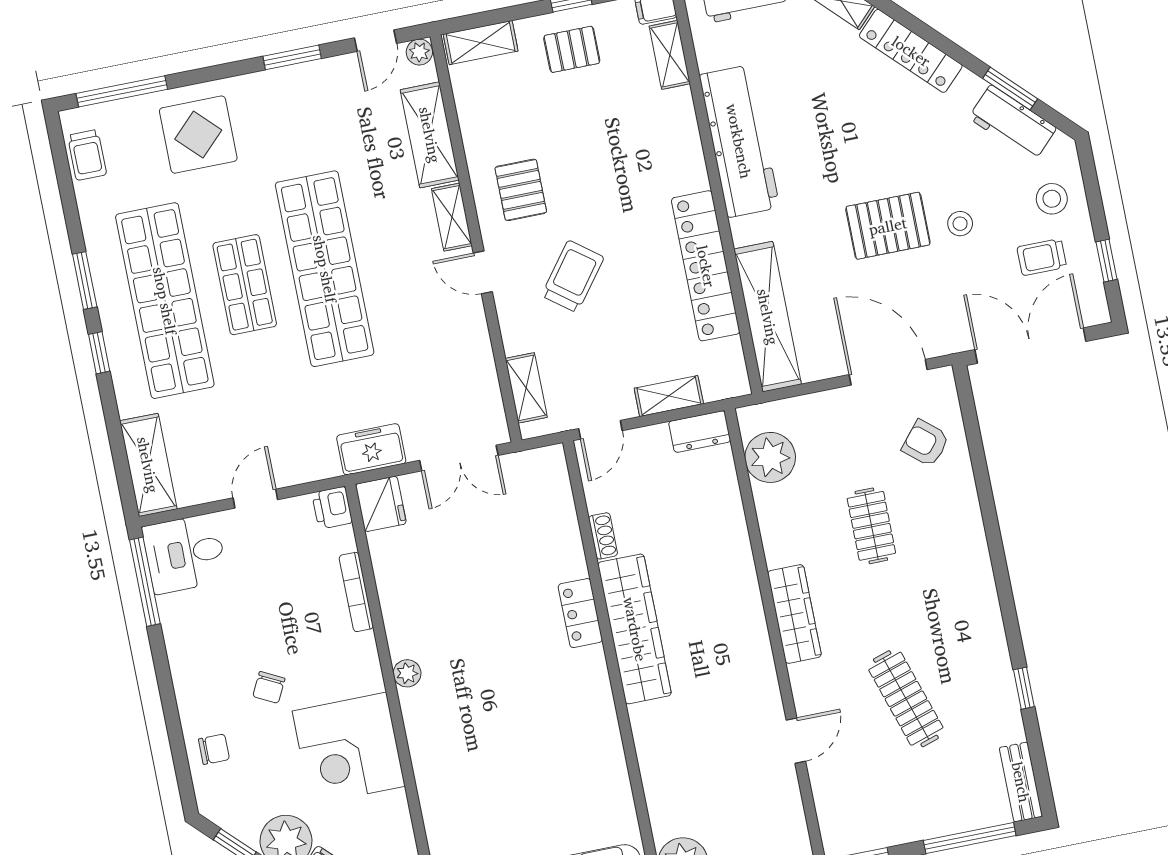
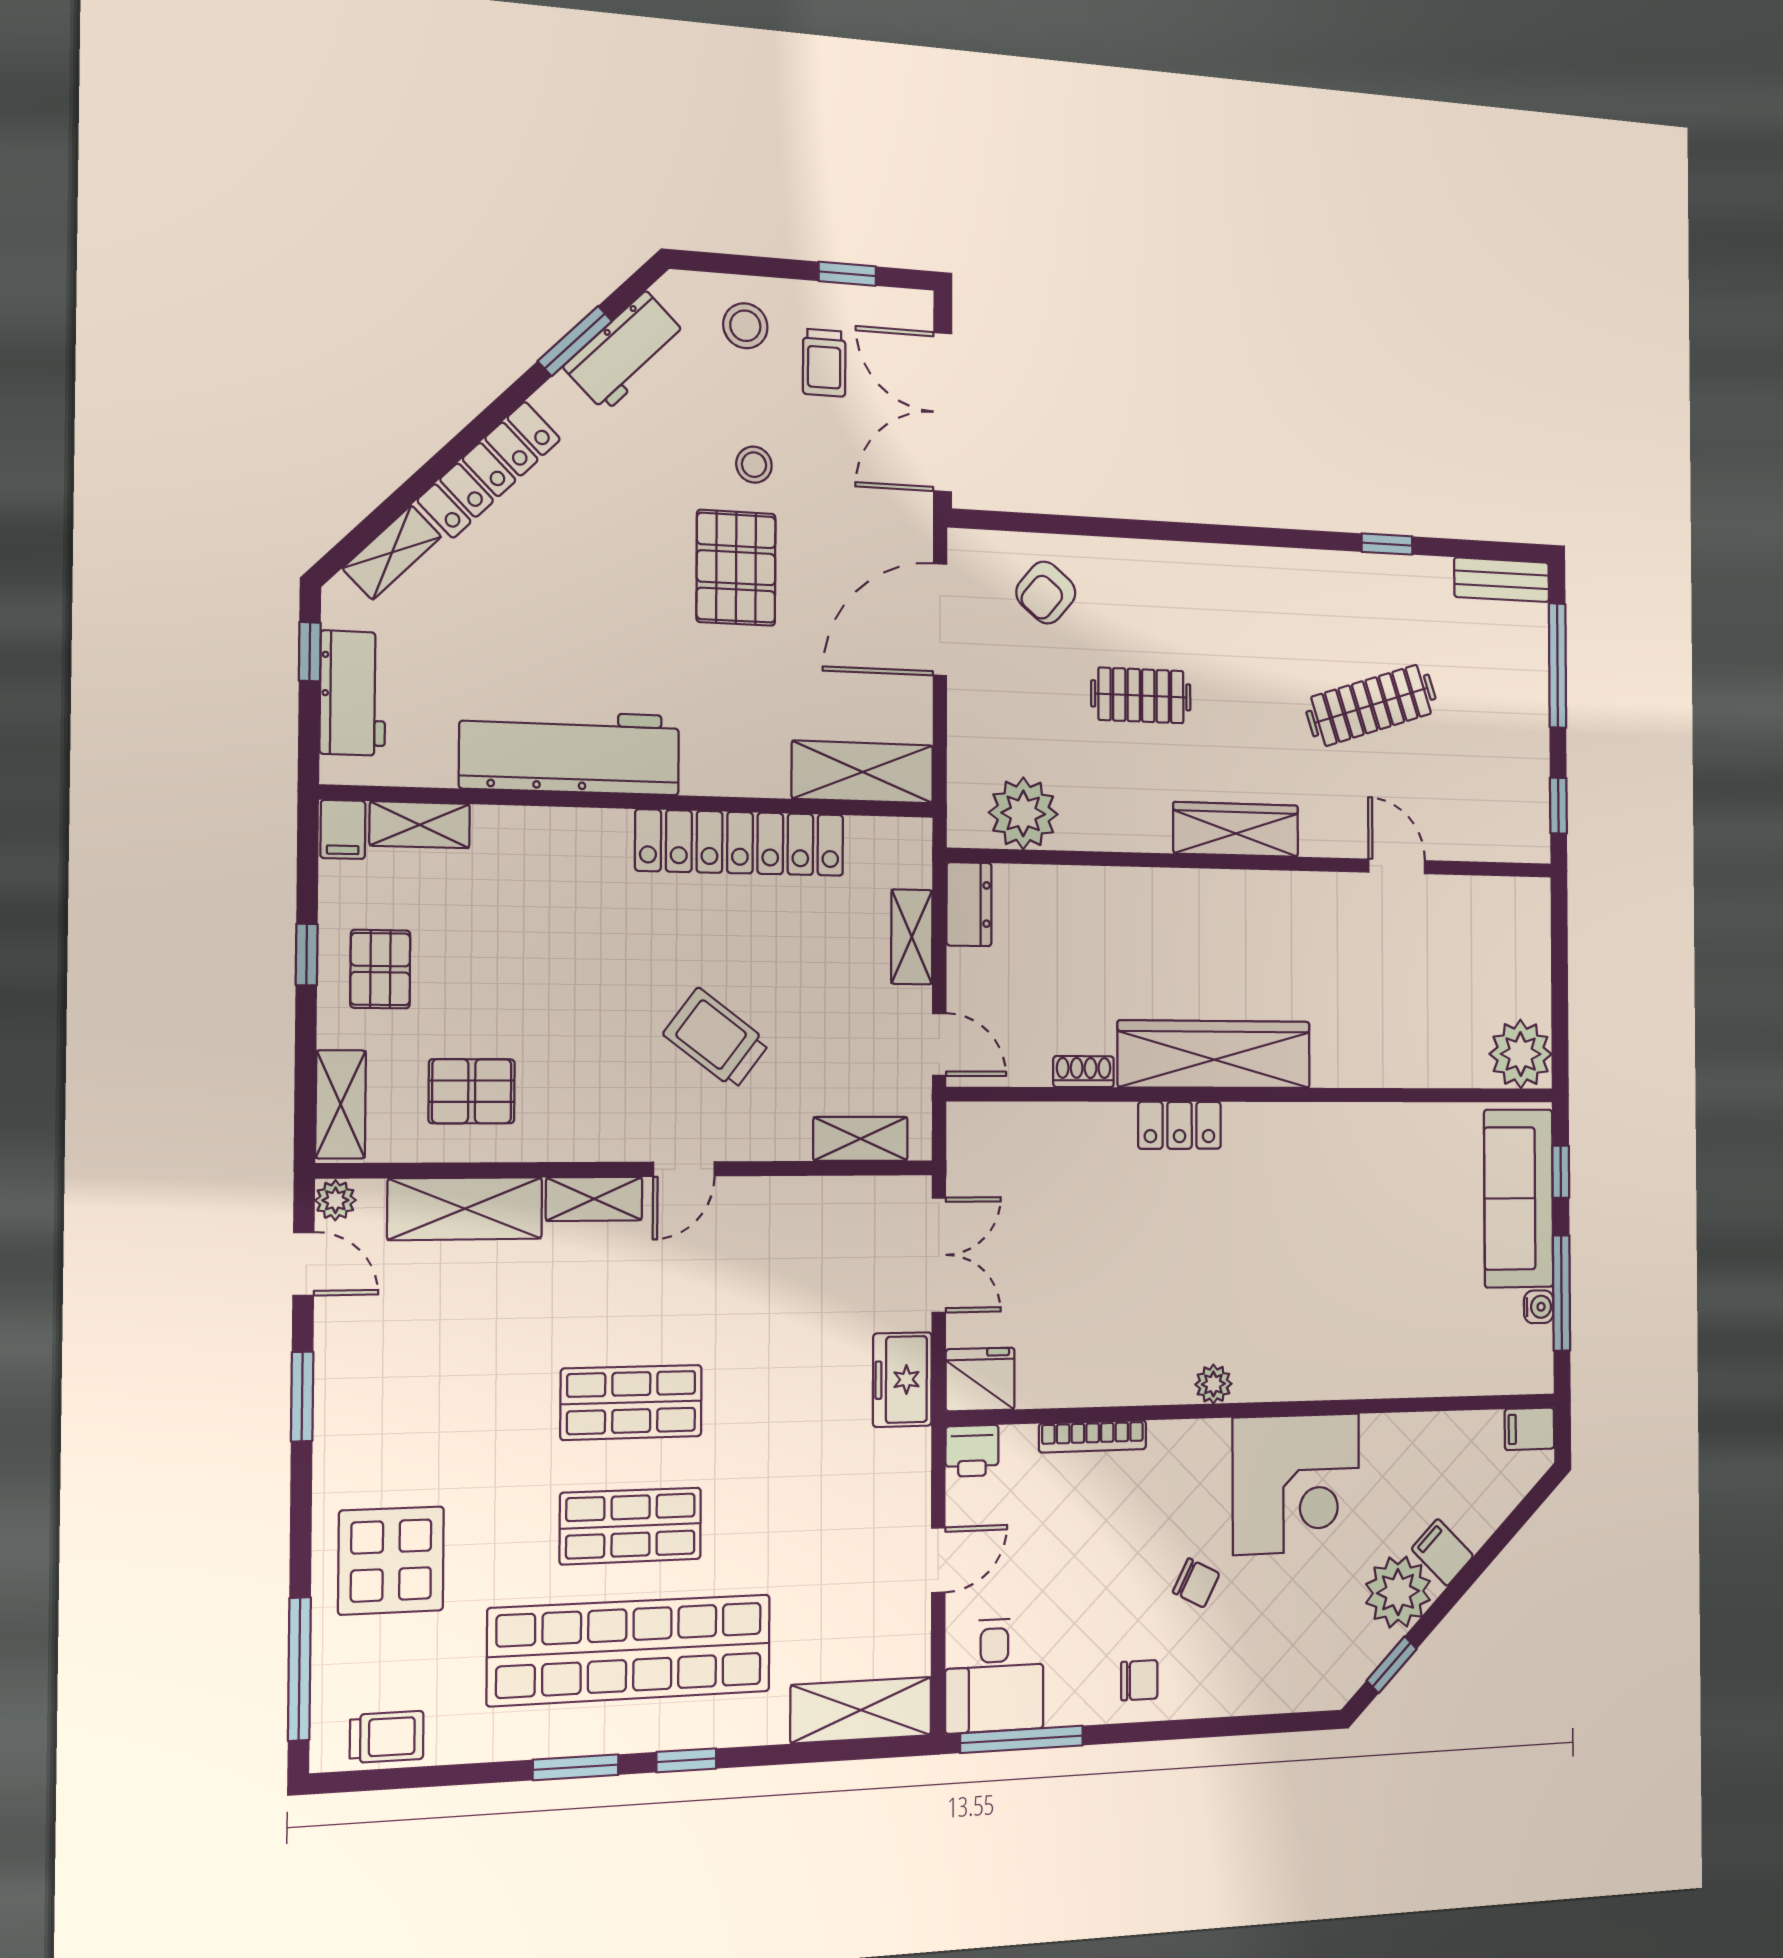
pallet: (521, 190) -> (472, 1091), moved
shop shelf: (325, 269) -> (631, 1402), width x0.50, depth x0.74
shelving: (768, 317) -> (863, 772), width x0.68
door: (255, 499) -> (938, 1560), swing flipped
chair: (214, 749) -> (1139, 1680), moved, turned 90

